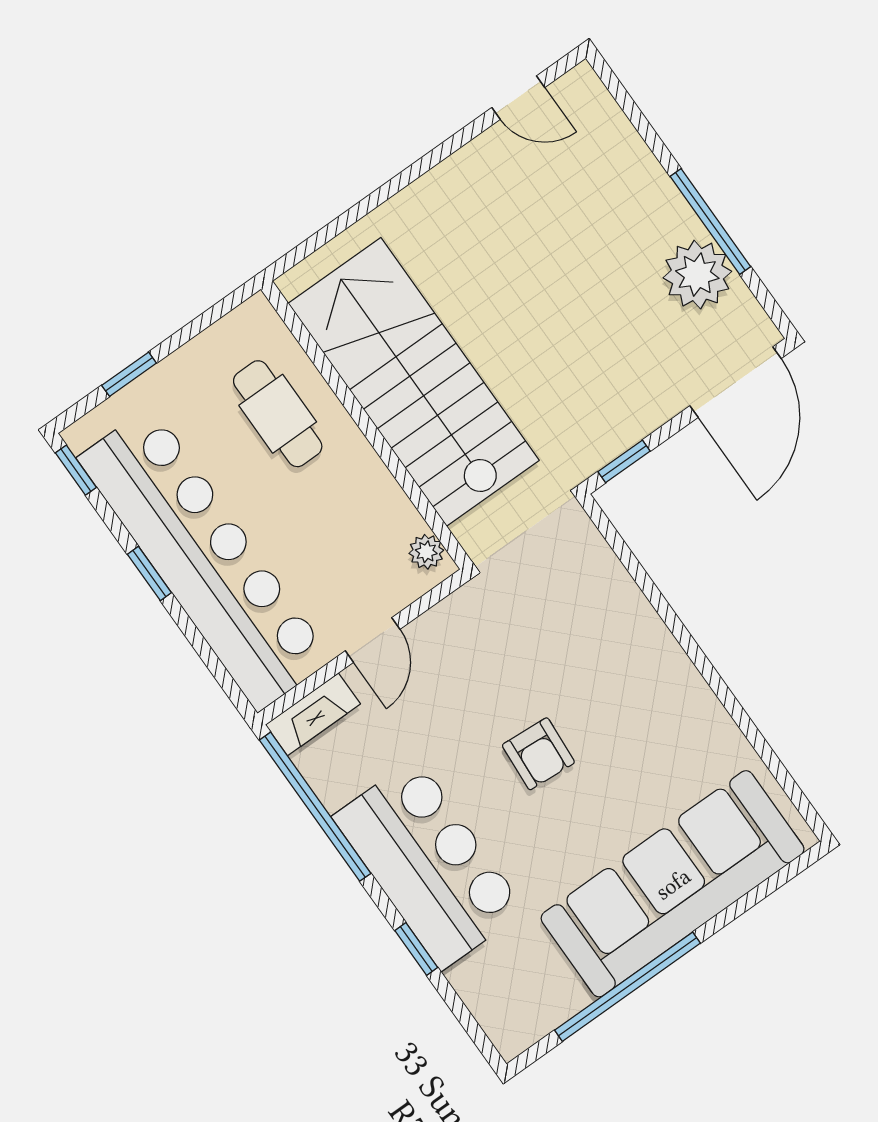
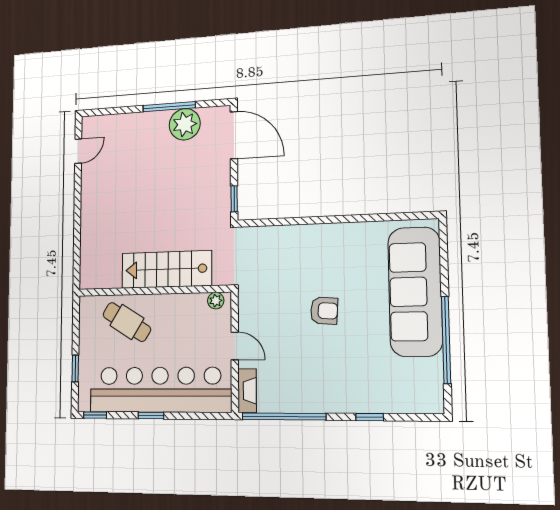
stairs: (414, 382) -> (166, 269), width x0.73, depth x0.66
cafe table: (278, 414) -> (127, 322), turned 32
bar counter: (429, 864) -> (338, 387), removed

